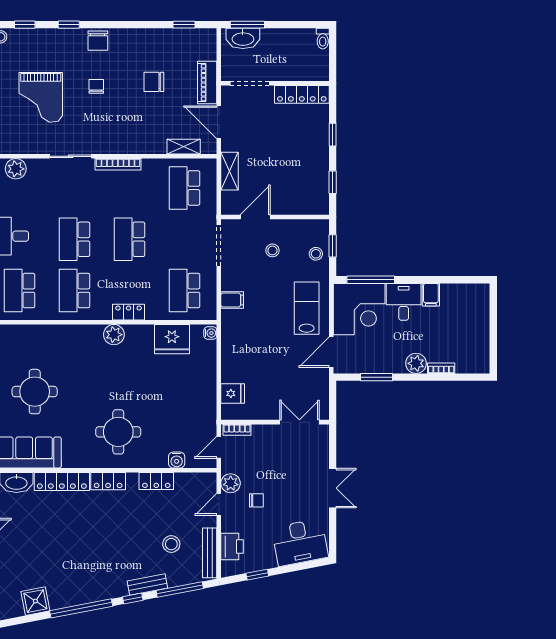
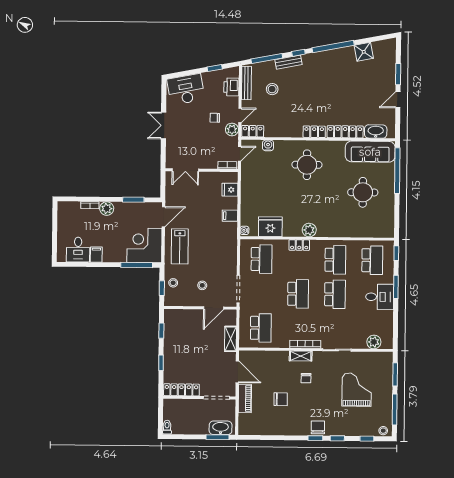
window: (184, 25) -> (315, 438), moved
chair: (96, 86) -> (306, 378), moved
shelving: (184, 147) -> (301, 356), moved
filing cabinet: (232, 300) -> (230, 216), moved
desk: (404, 302) -> (78, 250), moved
locker: (156, 481) -> (253, 131), moved

